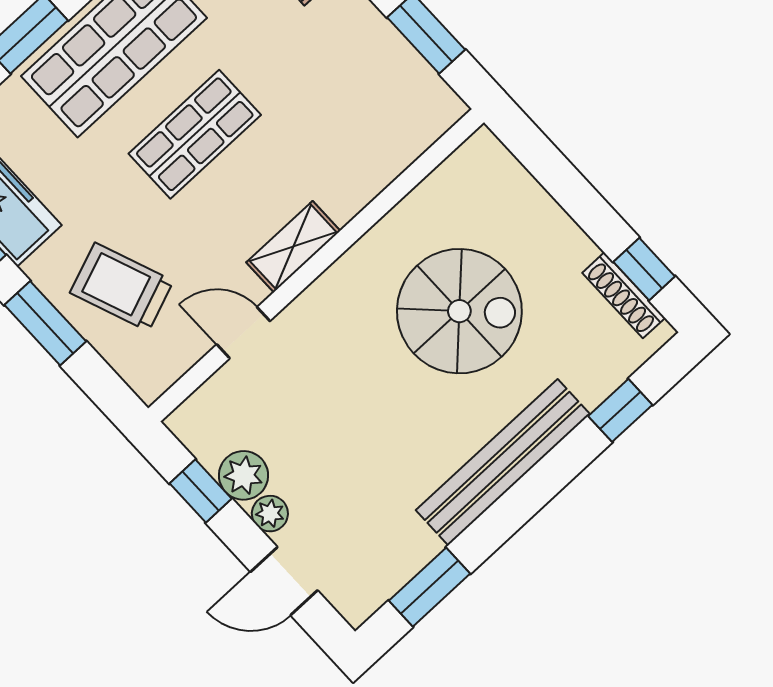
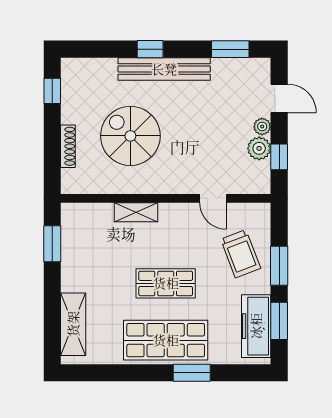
shelving: (293, 247) -> (136, 212), moved
shoe rack: (624, 295) -> (68, 146), moved
window: (620, 410) -> (150, 49), moved

